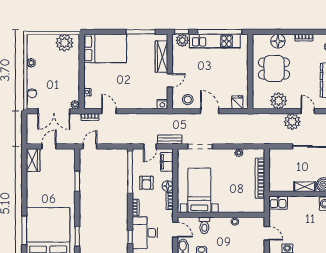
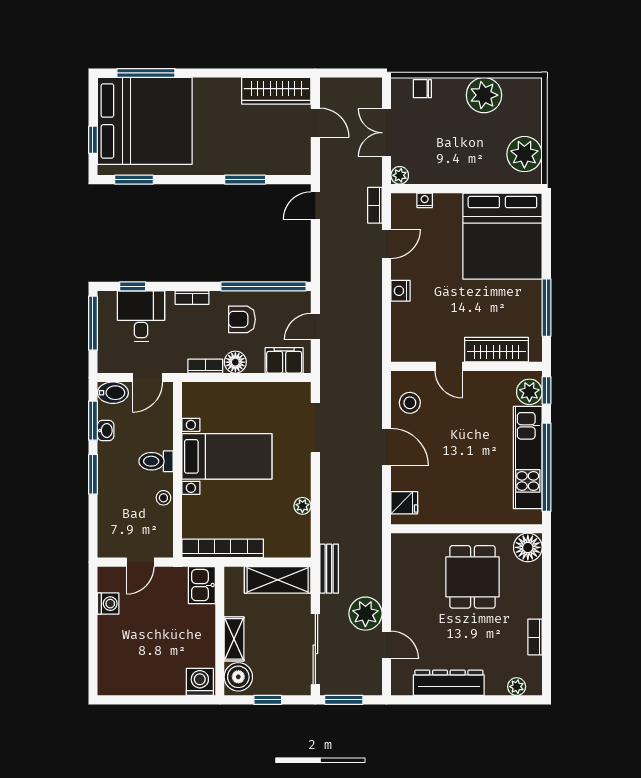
floor lamp: (278, 41) -> (528, 547), moved
bed: (105, 48) -> (502, 236), width x1.36
plant: (31, 63) -> (484, 95), width x1.87, depth x1.87
plant: (279, 101) -> (408, 586), removed
nightstand: (162, 104) -> (400, 291), moved
double door: (54, 111) -> (386, 133), width x0.73
door: (210, 111) -> (386, 447), hinge flipped
door: (308, 111) -> (386, 645), hinge flipped
bench: (170, 140) -> (329, 569), moved
door: (90, 146) -> (315, 206), swing flipped
door: (150, 146) -> (315, 327), hinge flipped
wardrobe: (33, 160) -> (276, 91), width x1.50
shelving: (275, 165) -> (278, 580), added
bookcase: (260, 178) -> (223, 548), moved
bed with nightstands: (199, 190) -> (227, 456), moved
toilet: (204, 225) -> (156, 461), moved
desk: (145, 233) -> (141, 316), width x0.73

